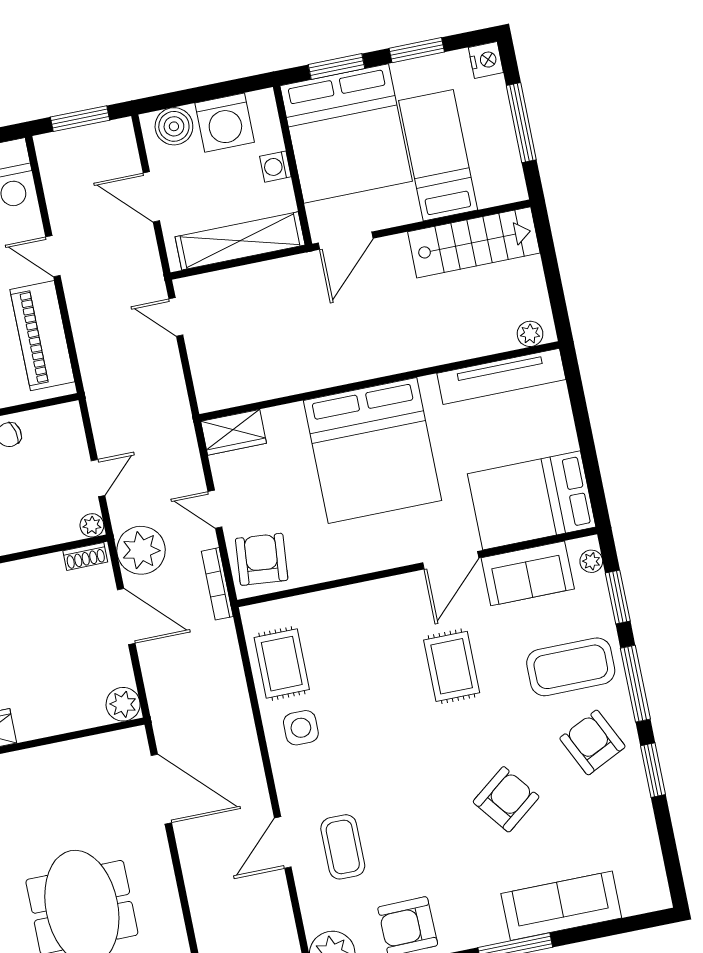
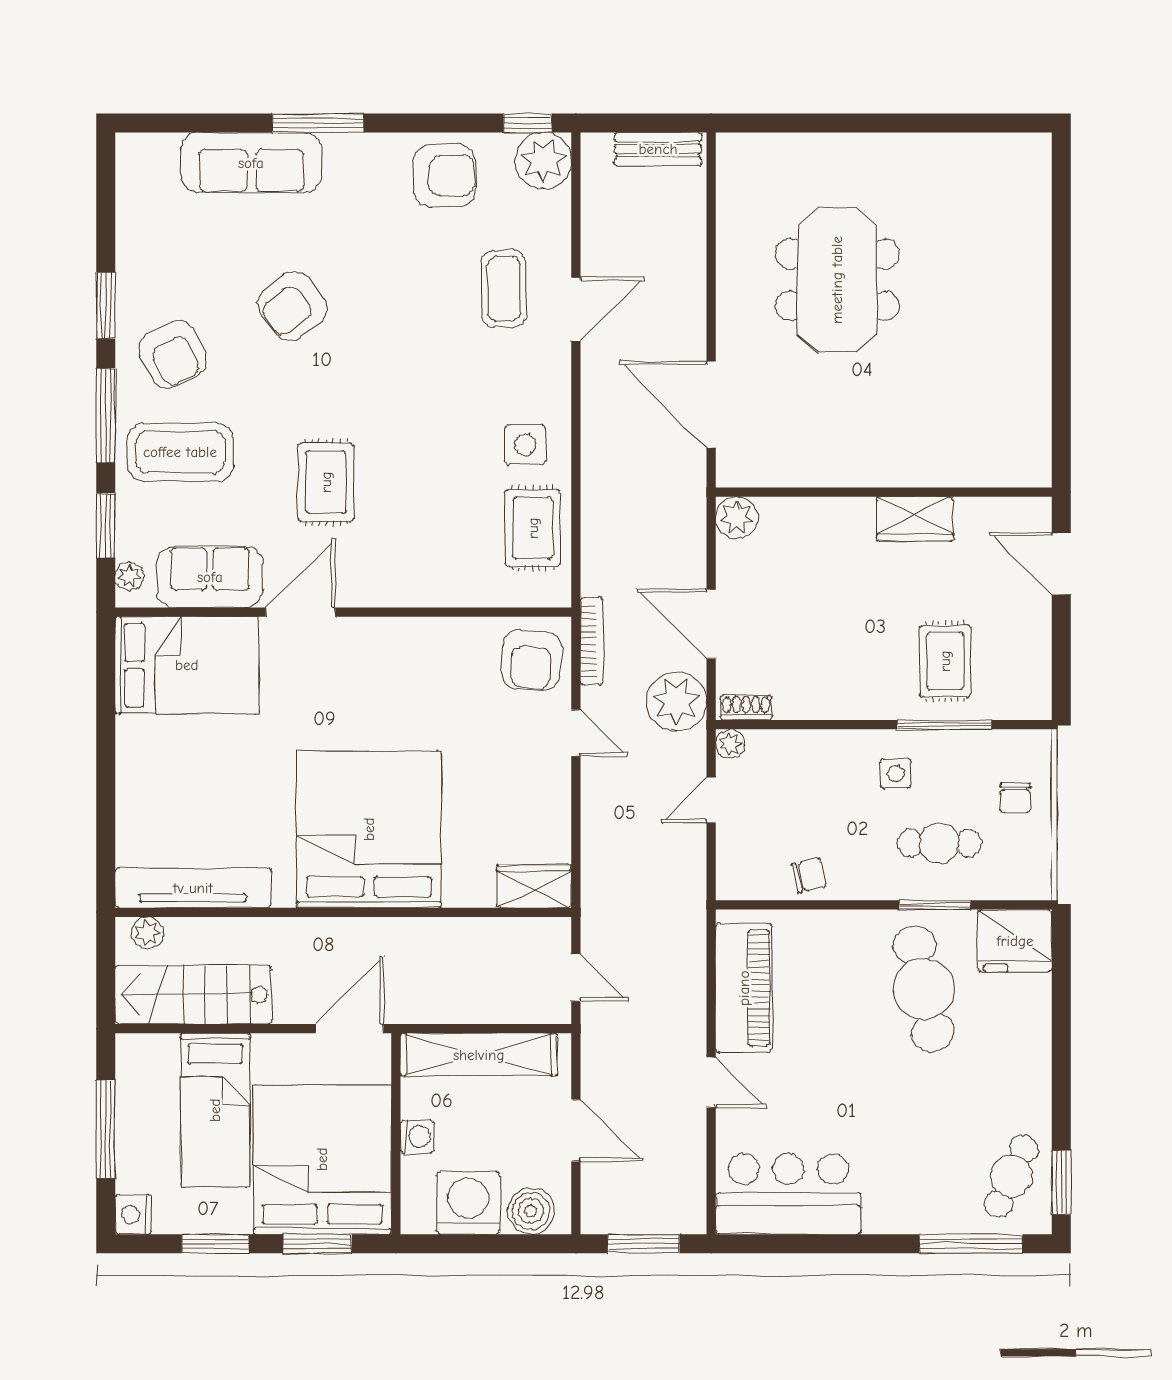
plant: (530, 334) -> (147, 933), moved
tv unit: (501, 376) -> (193, 888), moved
wall: (379, 381) -> (343, 912), moved
wardrobe: (234, 432) -> (534, 886), moved
bed: (373, 450) -> (369, 829), moved

